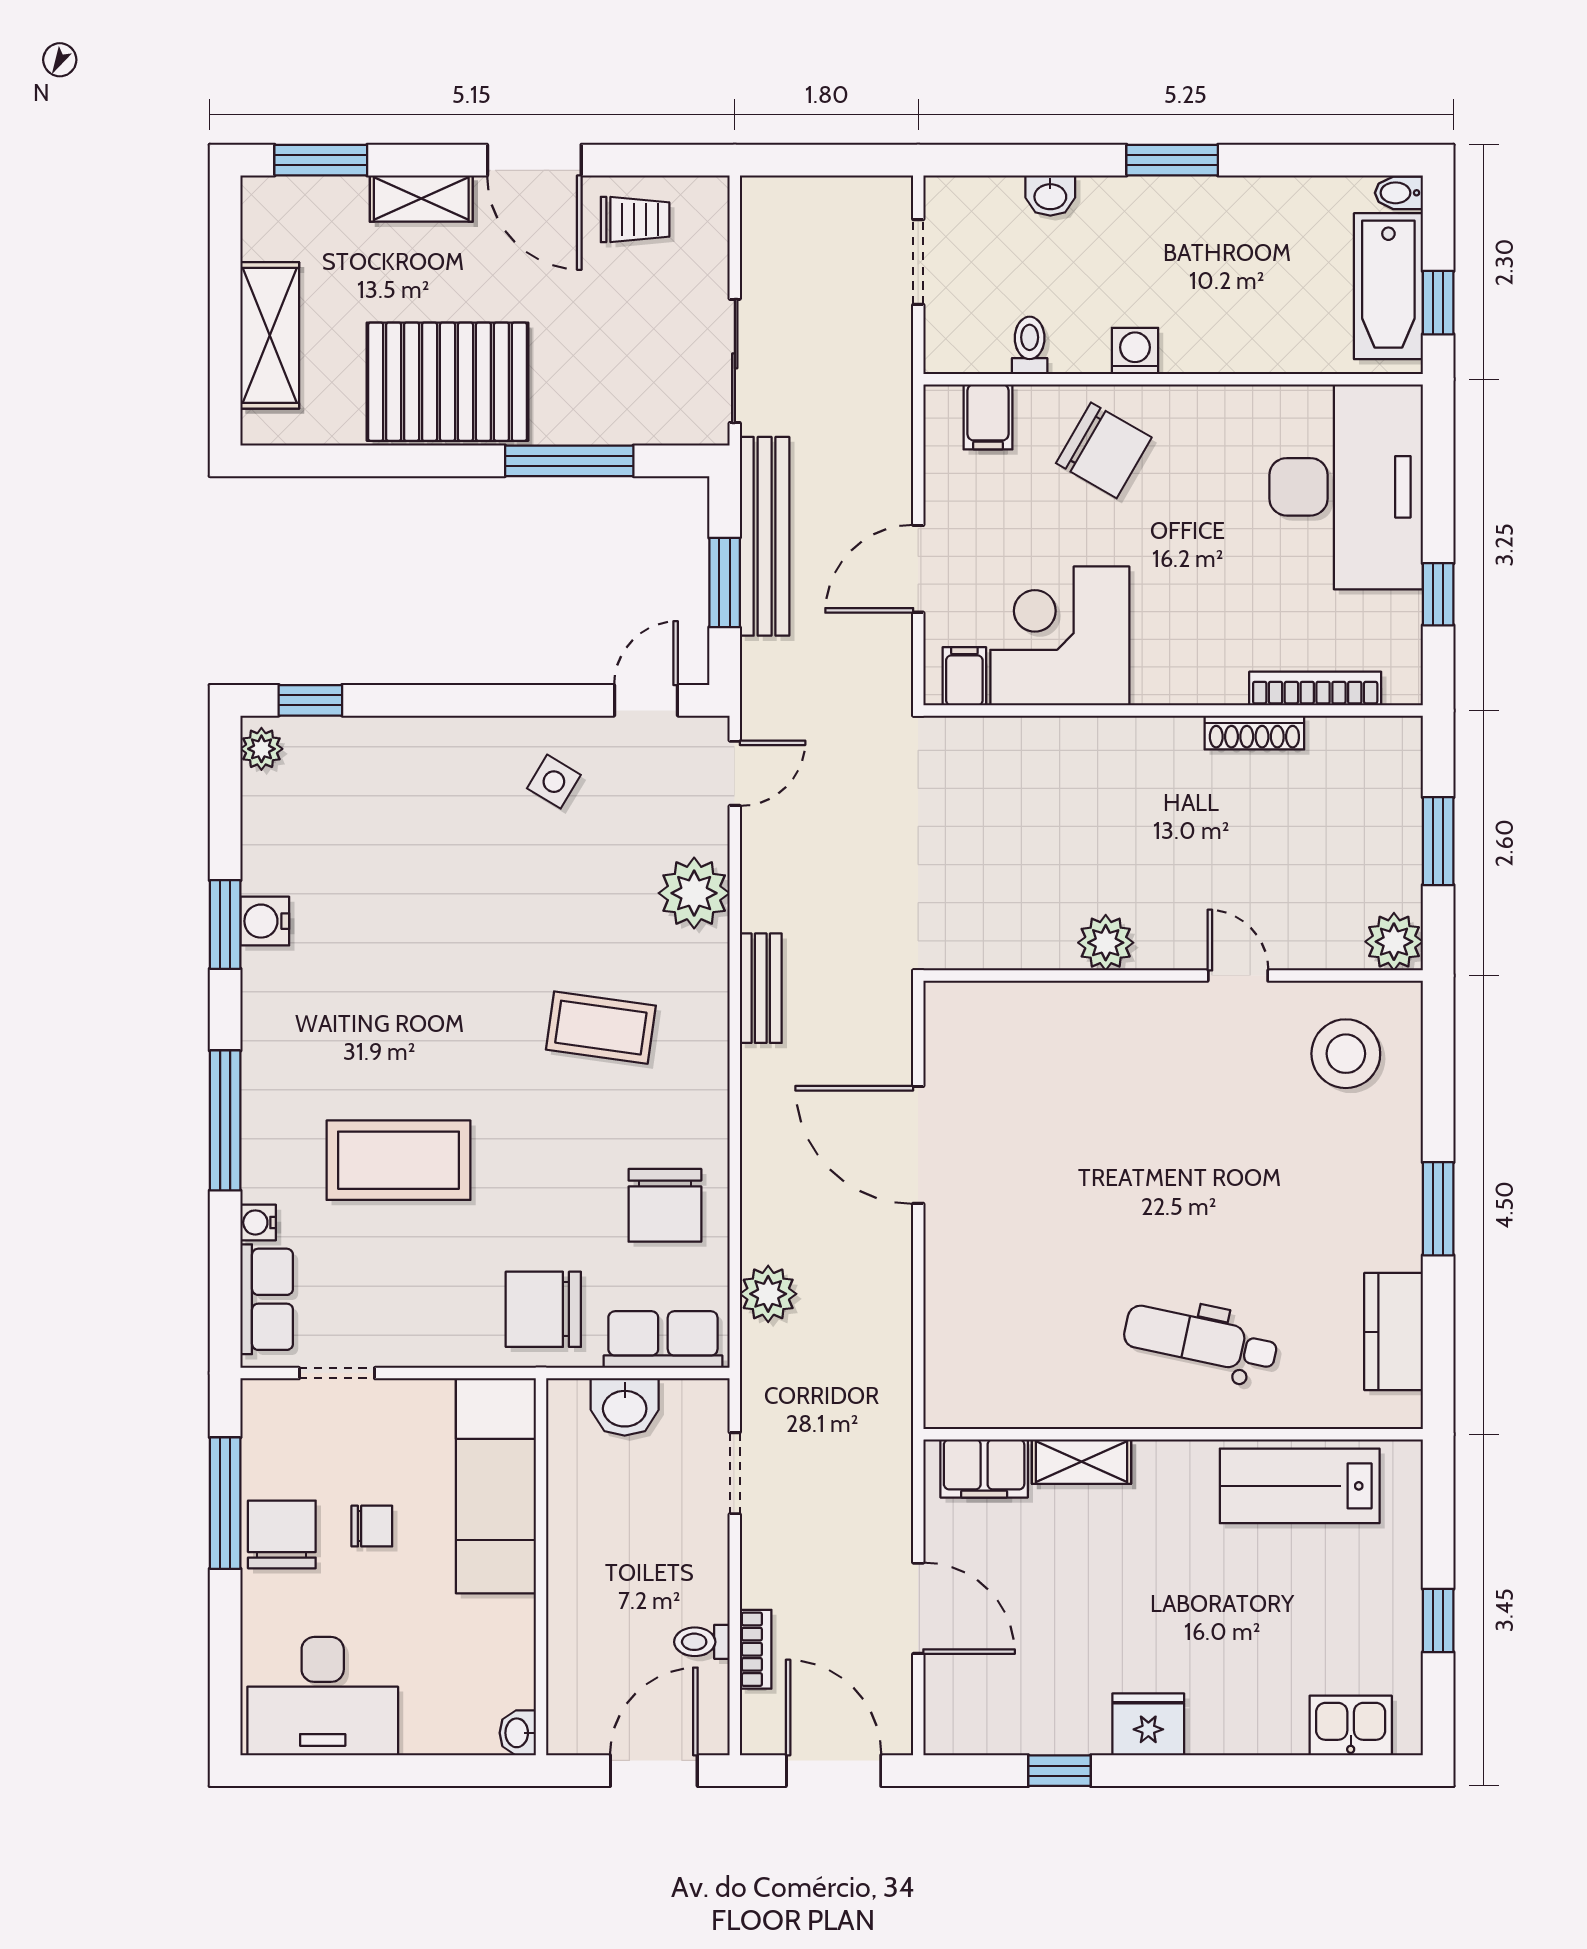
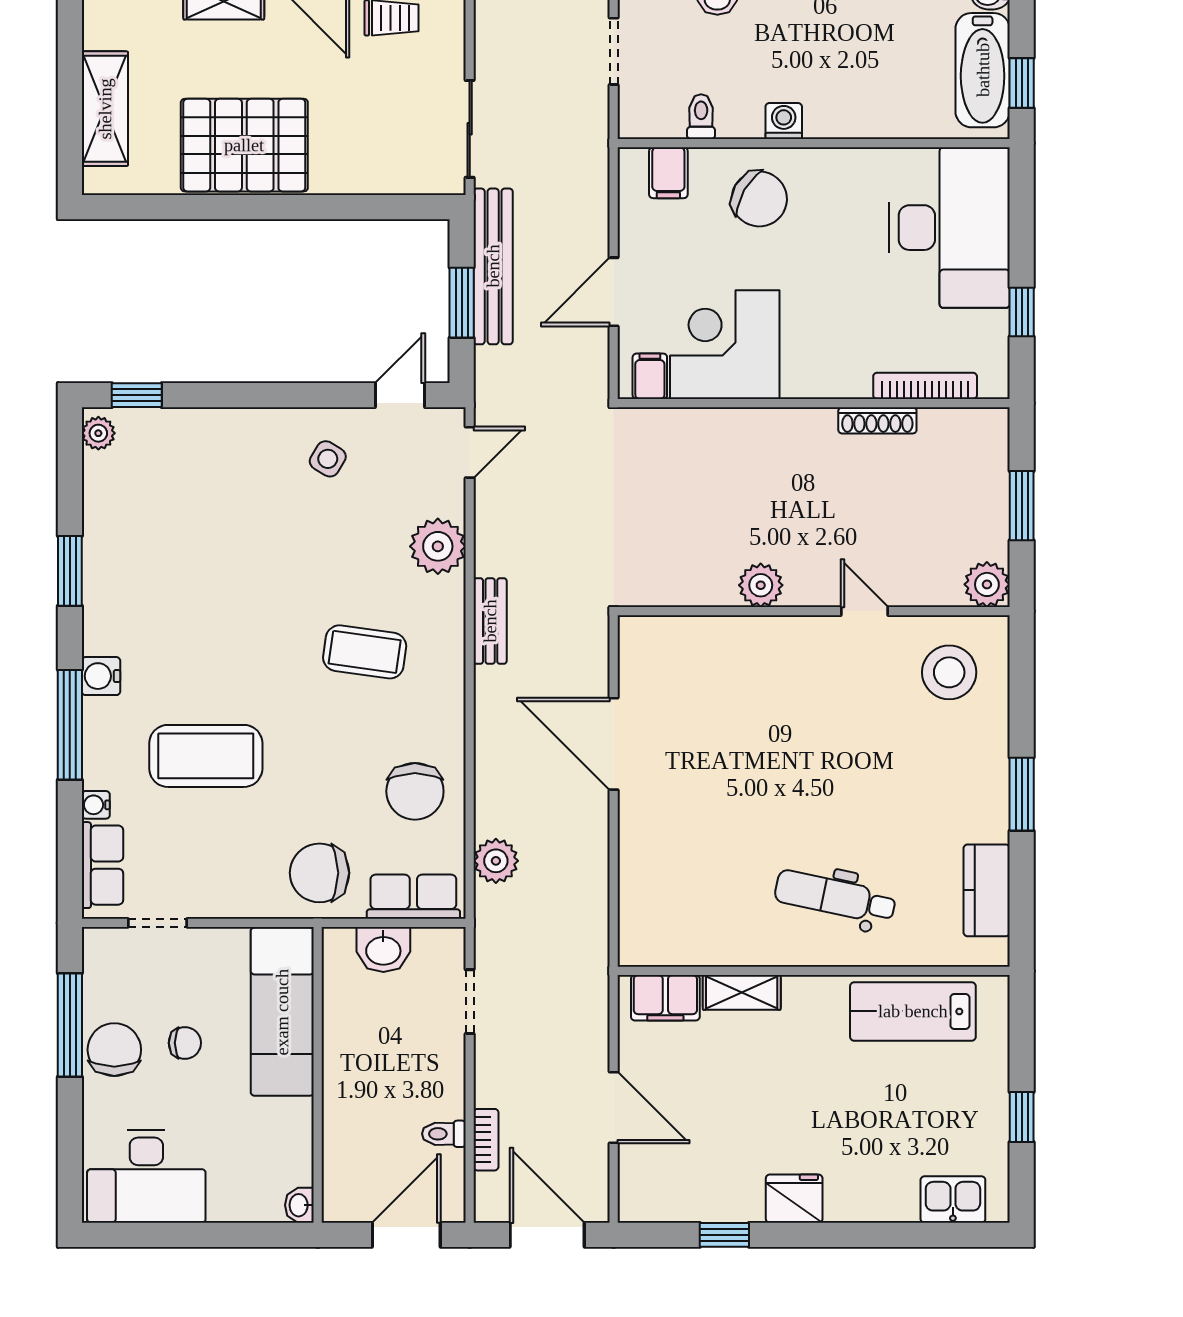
window: (569, 461) -> (340, 207), removed
water cooler: (265, 921) -> (101, 676), moved

